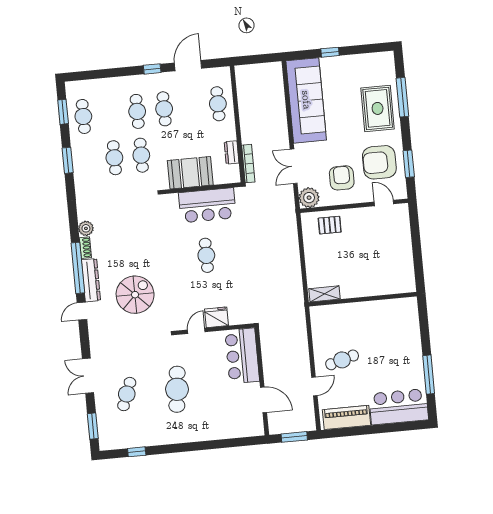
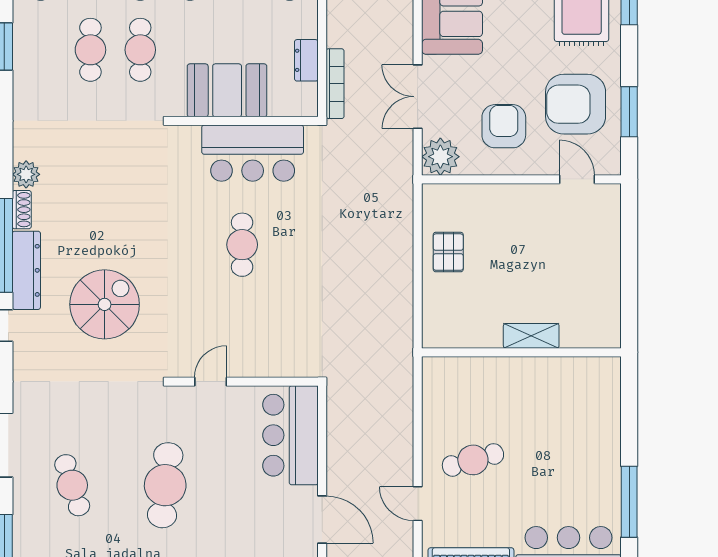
pallet: (330, 225) -> (448, 252), moved, turned 90
shelving: (324, 294) -> (531, 336), moved
fridge: (217, 317) -> (250, 360), removed
door: (314, 386) -> (418, 504), swing flipped
cafe table: (127, 394) -> (72, 485), turned -39

